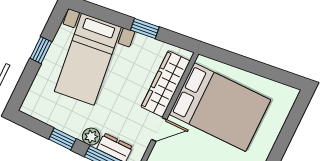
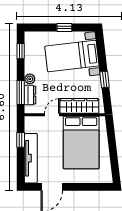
door: (159, 129) -> (52, 115), swing flipped
window: (62, 139) -> (21, 51), moved

